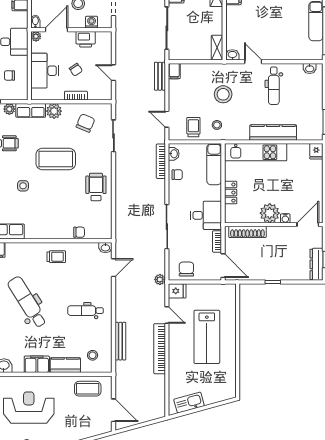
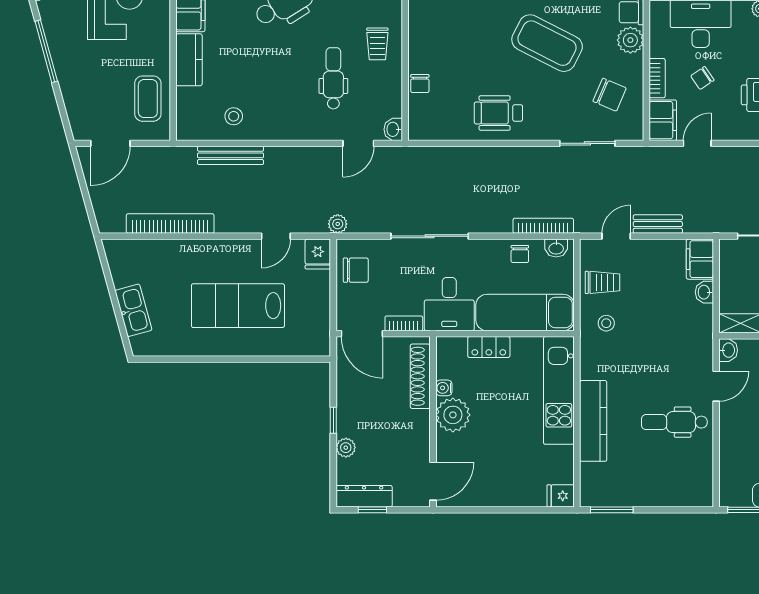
washbasin: (310, 69) -> (704, 292), moved
filing cabinet: (174, 71) -> (700, 259), width x2.00
bench: (160, 76) -> (658, 224), moved
filing cabinet: (100, 92) -> (663, 120), added
stool: (223, 94) -> (660, 334), removed
coffee table: (56, 159) -> (547, 43), turned -63
exam couch: (214, 164) -> (525, 313), width x1.36, depth x1.45
wheelchair: (96, 187) -> (498, 113), turned 180
water cooler: (285, 218) -> (444, 388), moved
door: (308, 225) -> (433, 481), hinge flipped
door: (223, 266) -> (362, 334), hinge flipped
door: (113, 268) -> (358, 143), hinge flipped
plant: (288, 275) -> (346, 448), added
dental chair: (86, 311) -> (333, 78), moved
bookcase: (160, 349) -> (170, 223), moved
stool: (93, 355) -> (234, 116), moved
kitchen sink: (189, 403) -> (133, 310), moved

